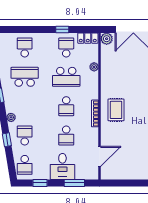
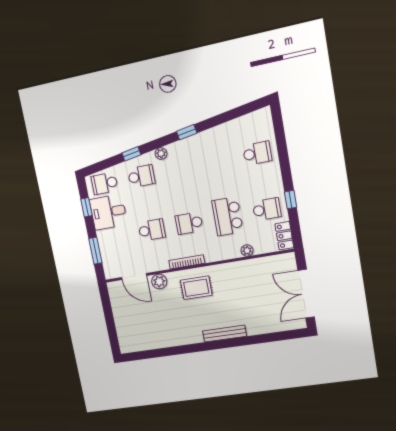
plant: (107, 39) -> (159, 281), moved
school desk: (25, 77) -> (218, 161), removed
school desk: (66, 136) -> (152, 230), turned 180
desk: (62, 166) -> (108, 212), moved

